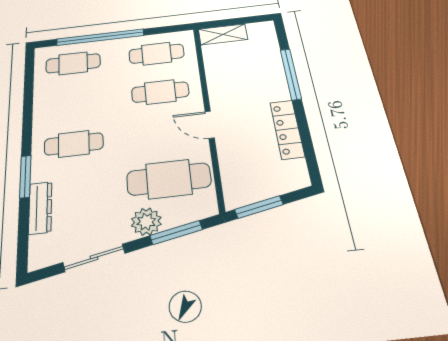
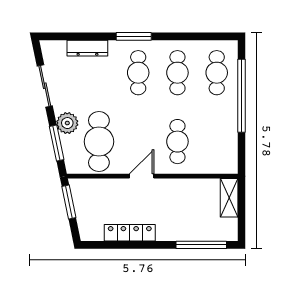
cafe table: (156, 54) -> (177, 73), moved
window: (291, 74) -> (201, 245), moved
window: (25, 176) -> (134, 36), moved

